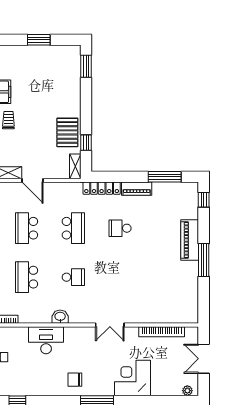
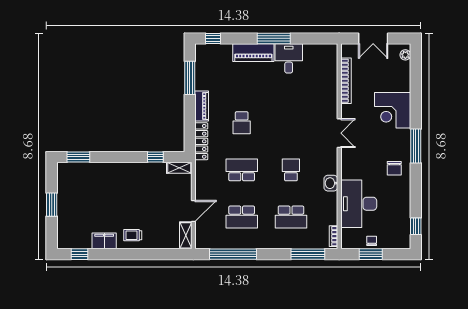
pallet: (67, 132) -> (145, 176), removed
desk: (184, 275) -> (289, 58), added
desk: (46, 340) -> (359, 204), width x1.36, depth x1.30

